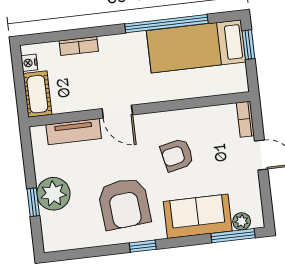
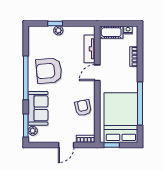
window: (248, 45) -> (112, 145), moved
bed: (196, 46) -> (121, 118), width x1.50
armchair: (177, 155) -> (83, 108), moved
plant: (53, 194) -> (58, 30), width x0.53, depth x0.53
window: (143, 246) -> (26, 78), width x3.17

